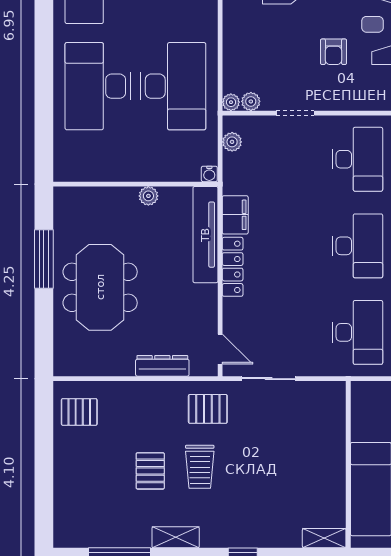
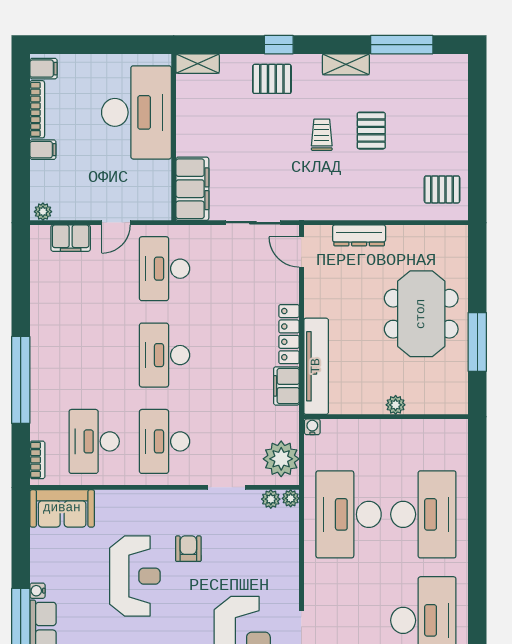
plant: (232, 142) -> (281, 459), width x1.88, depth x1.88
plant: (148, 196) -> (396, 405), moved
pallet: (208, 409) -> (272, 79), moved
filing cabinet: (329, 413) -> (192, 189), added
trolley: (200, 467) -> (322, 135), width x0.73, depth x0.72

